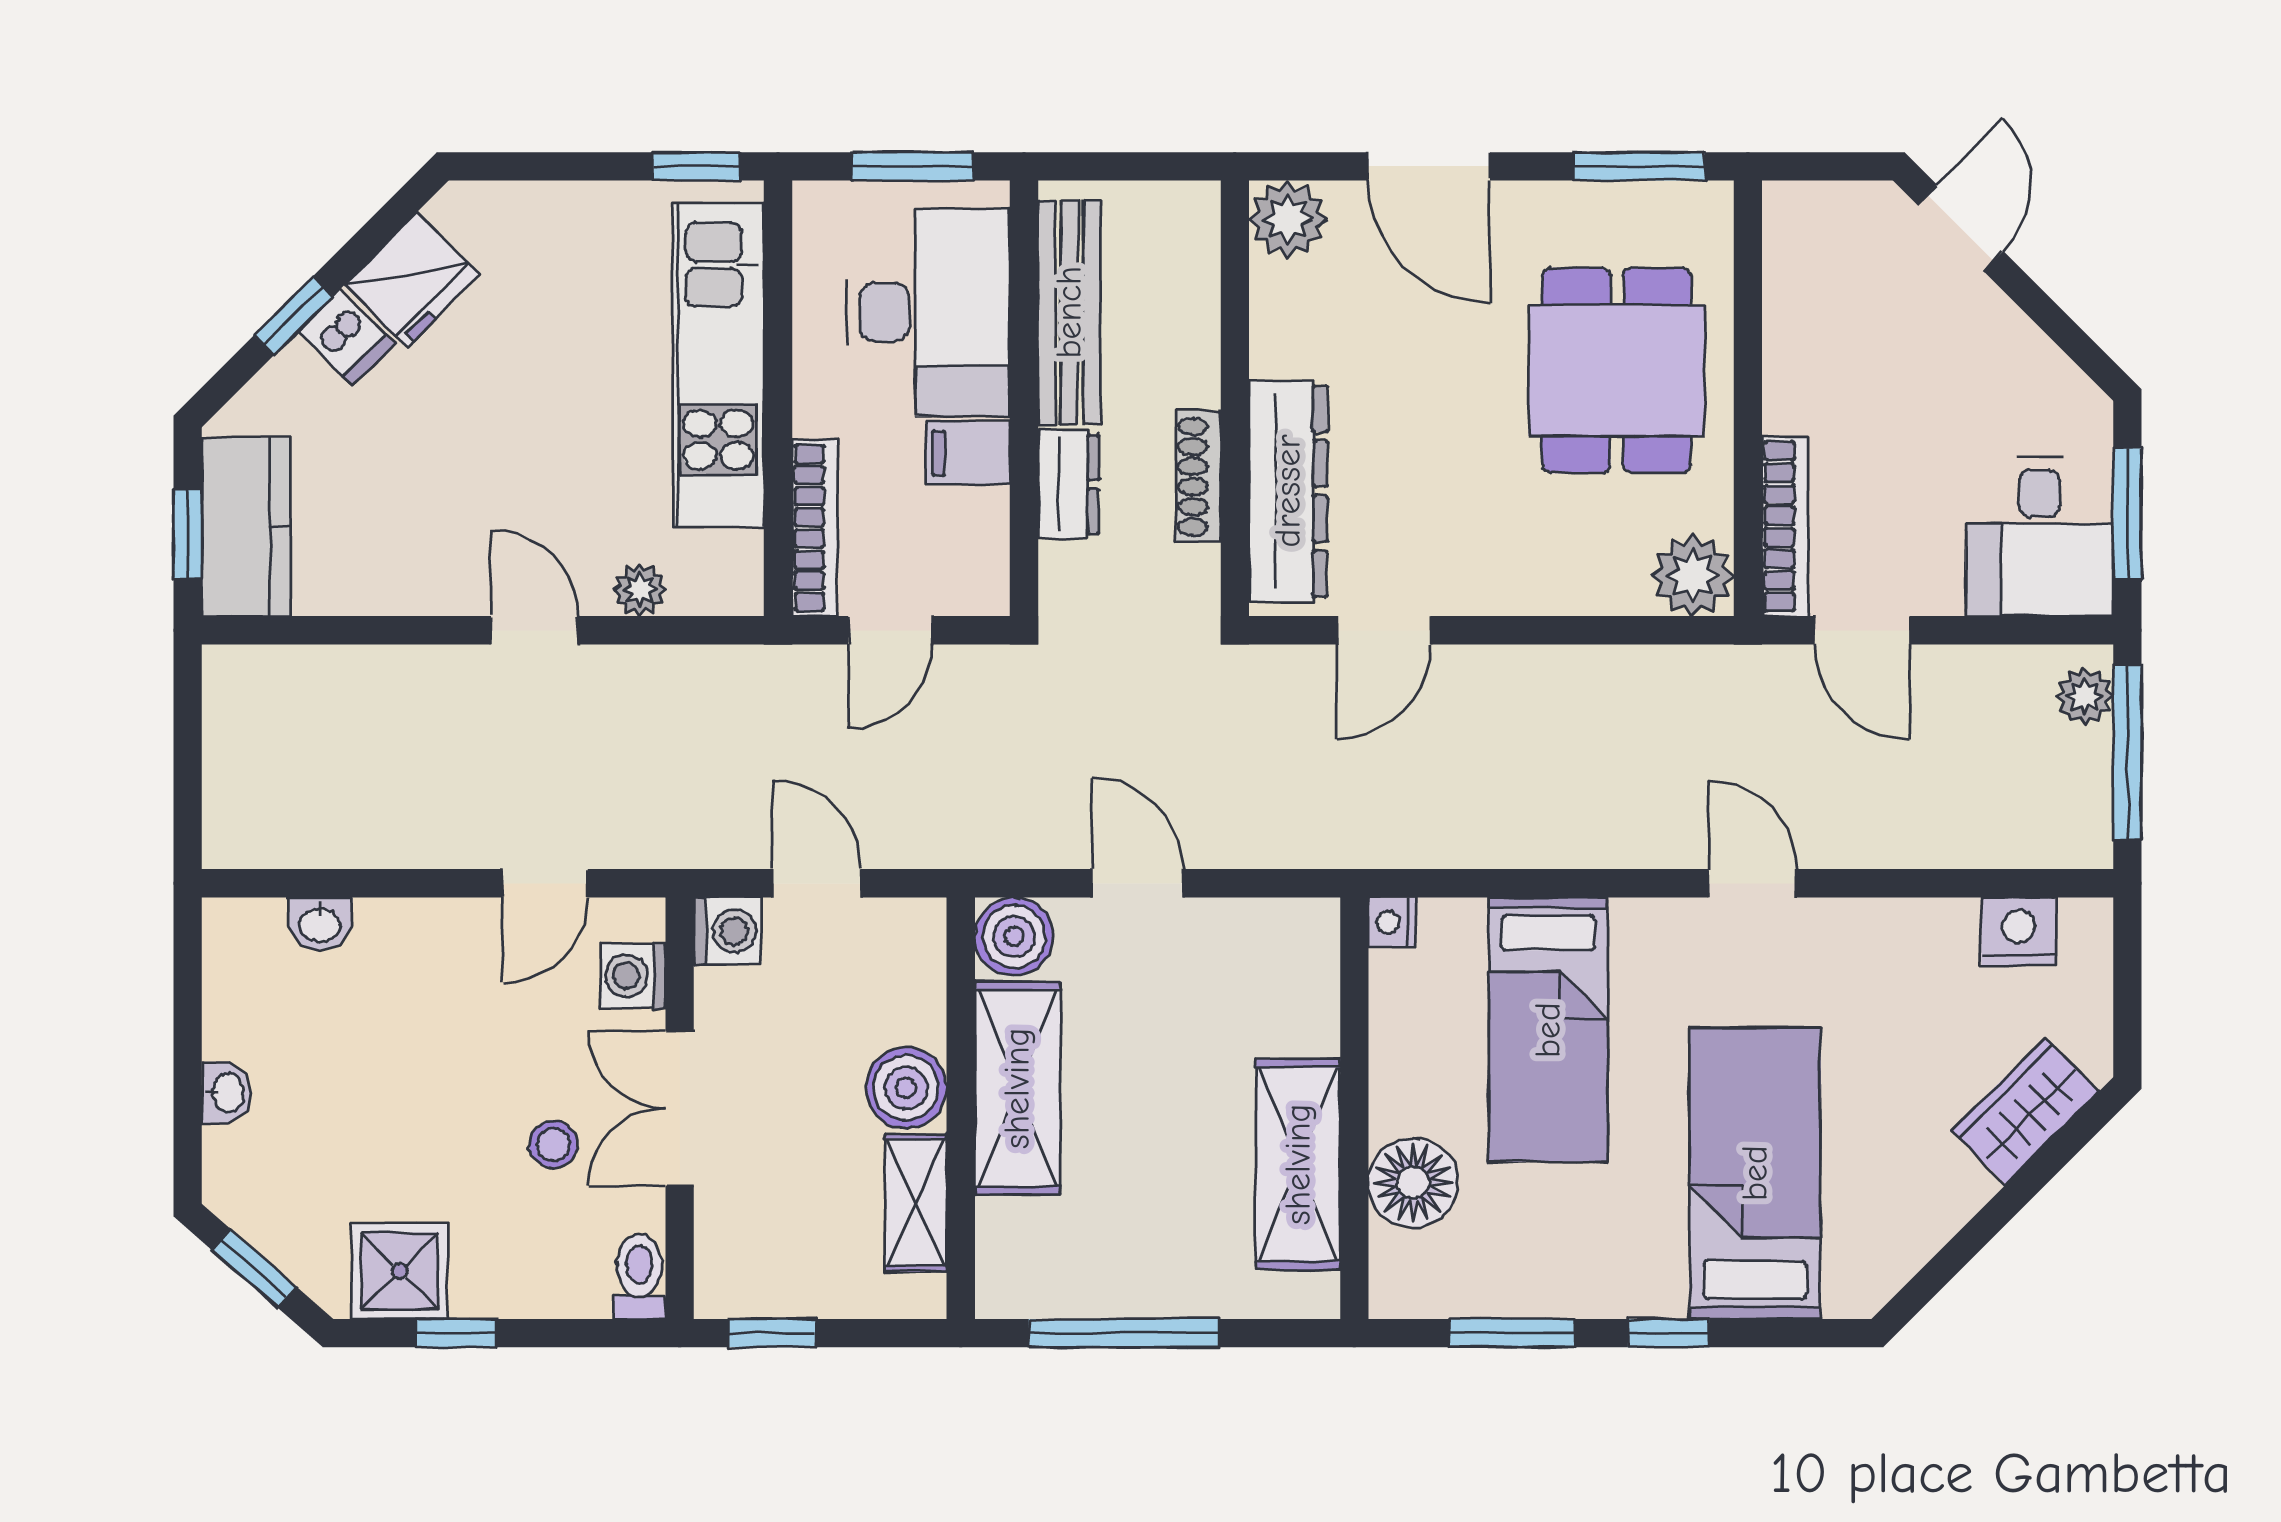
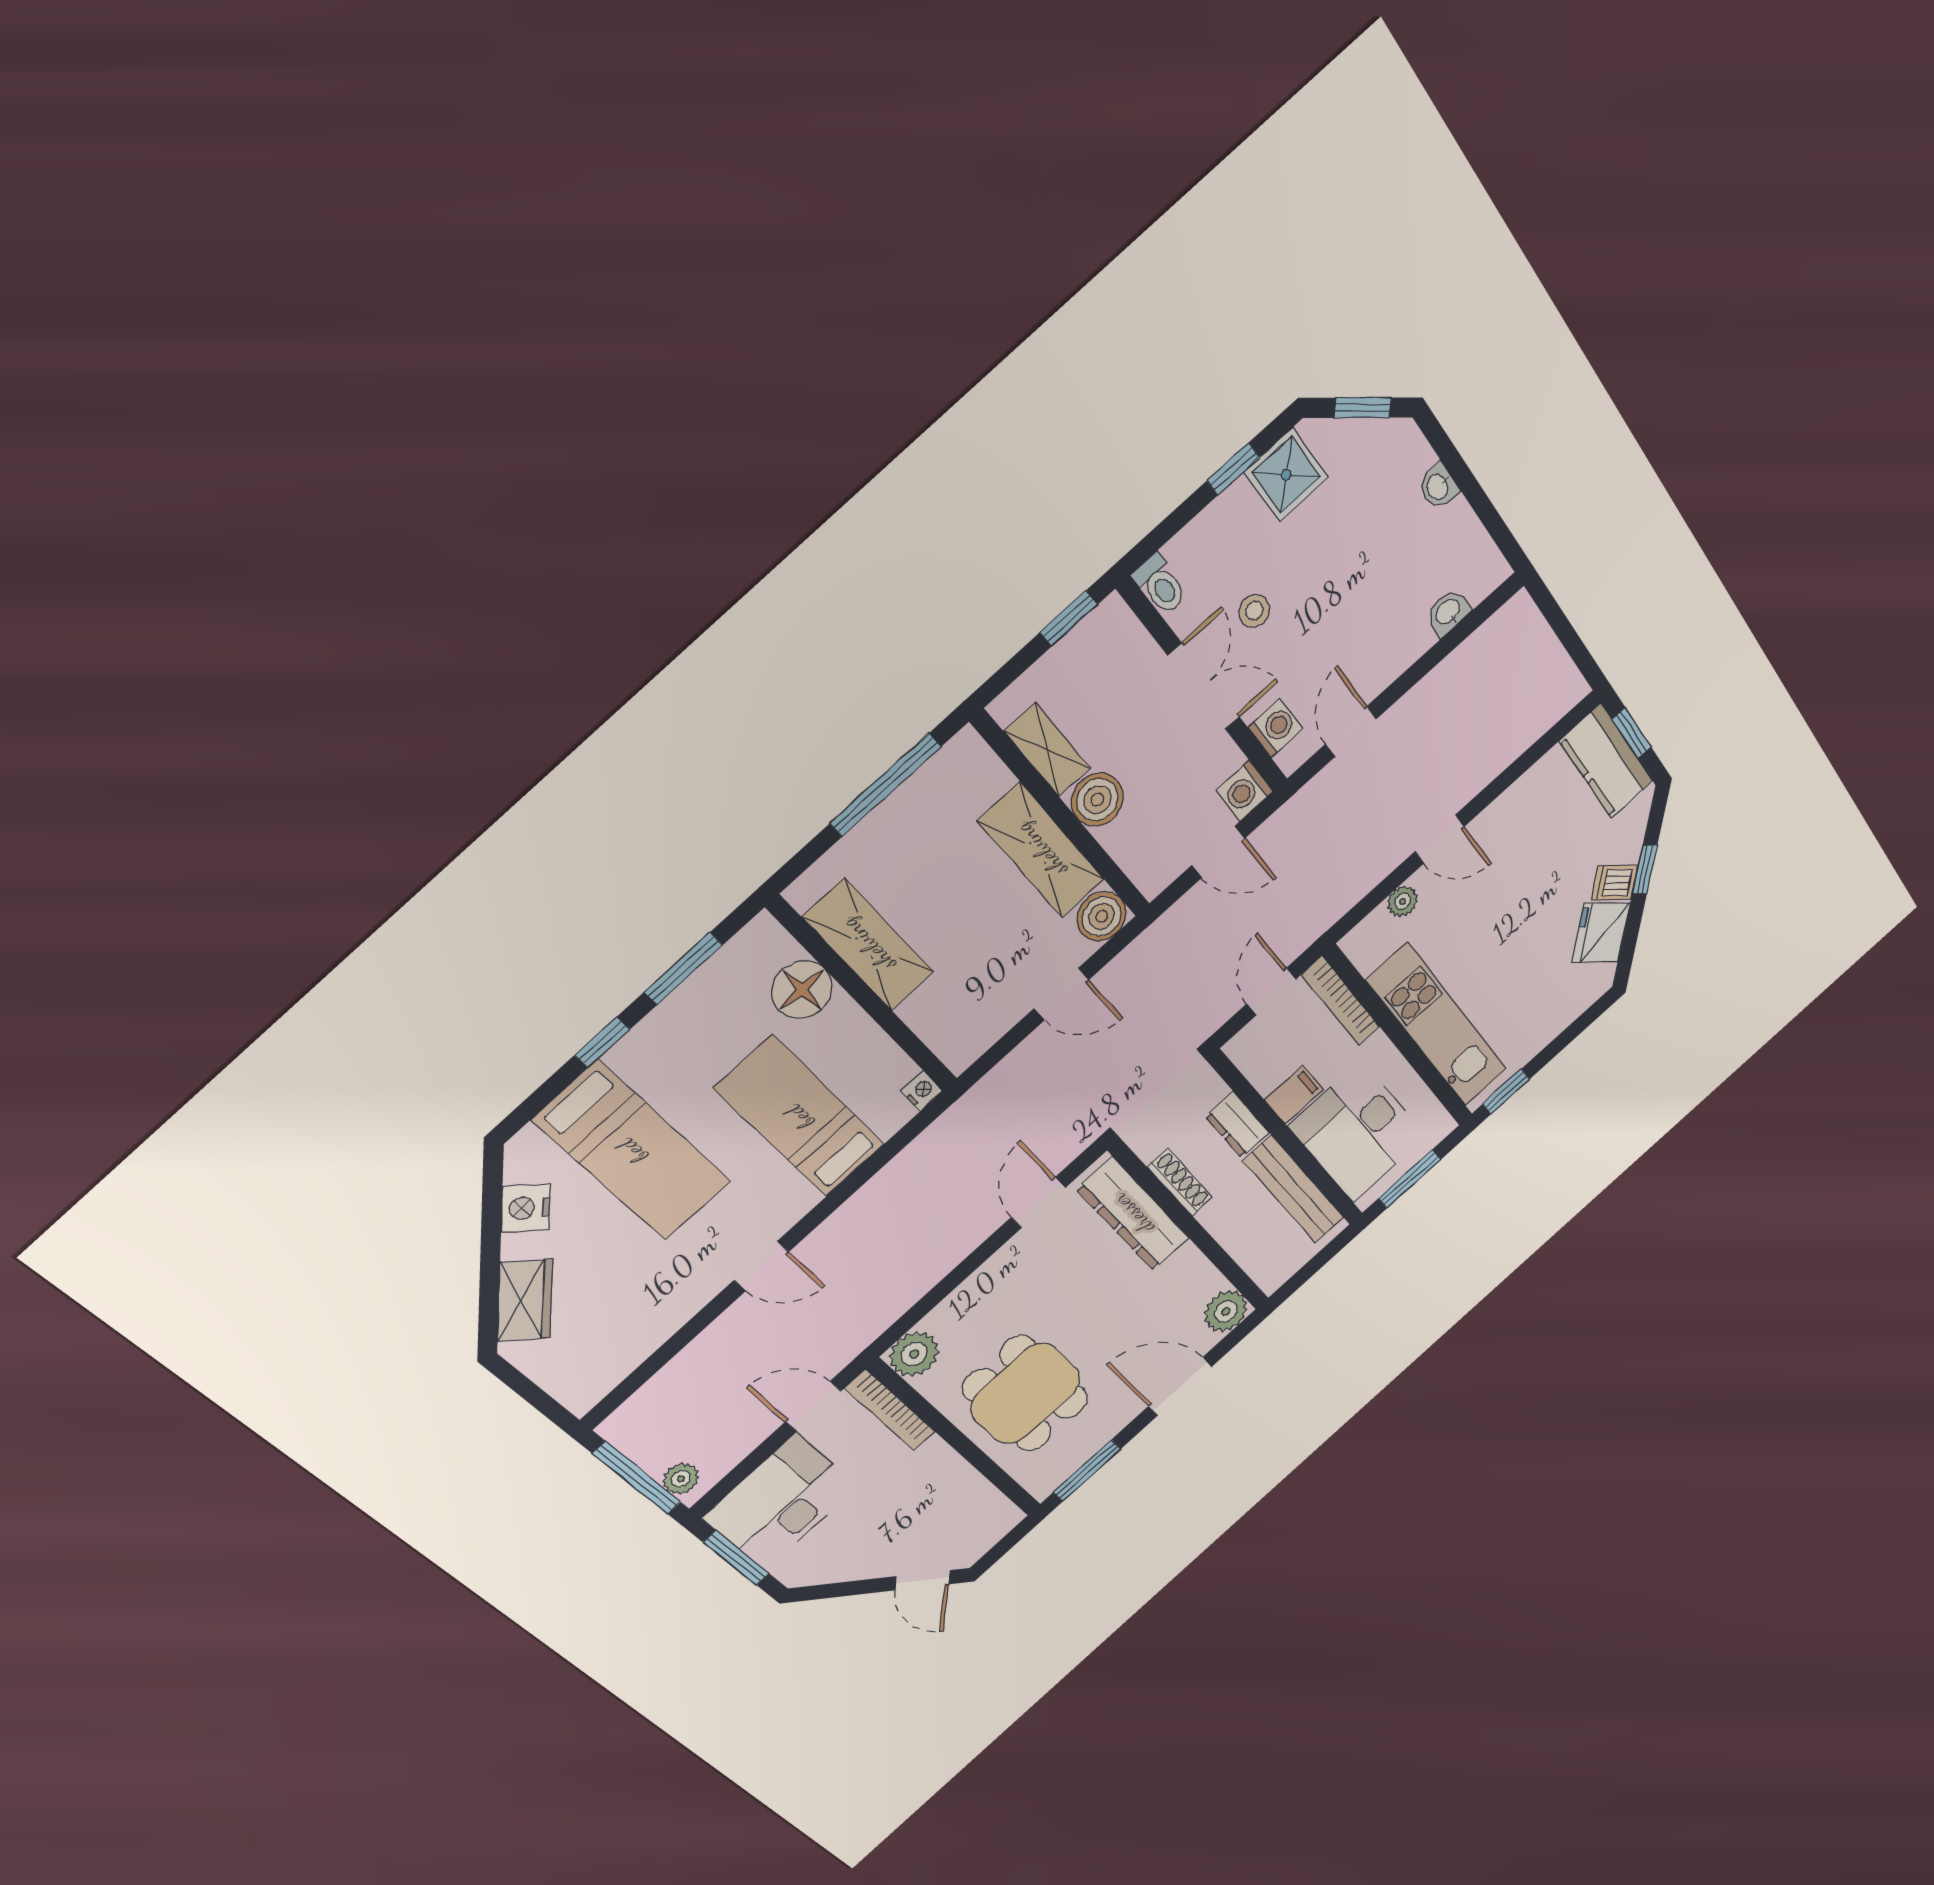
desk: (2039, 536) -> (781, 1502), width x1.37
nightstand: (2018, 932) -> (526, 1208), moved, turned 135

